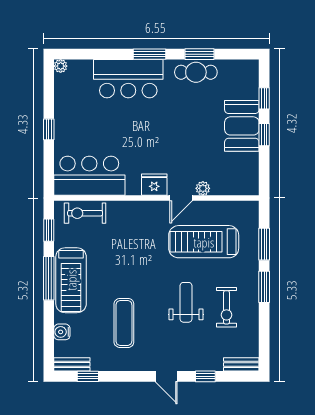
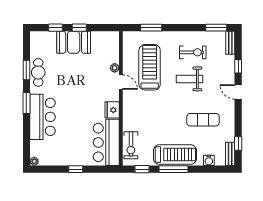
fridge: (154, 185) -> (112, 110), moved
treadmill: (204, 242) -> (150, 67), turned 180
window: (264, 287) -> (216, 28), moved
door: (166, 376) -> (238, 92), swing flipped

